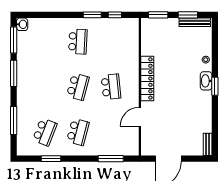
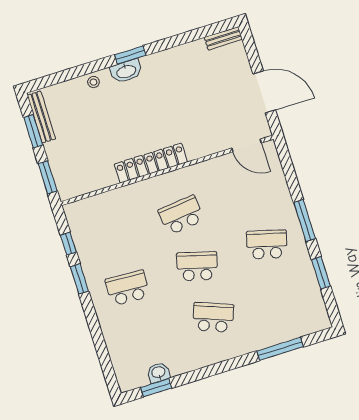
washbasin: (22, 24) -> (159, 373), moved
window: (14, 40) -> (156, 388), width x0.69
window: (14, 73) -> (208, 372), removed
door: (140, 117) -> (247, 145), moved
school desk: (45, 132) -> (213, 317), moved
window: (111, 159) -> (305, 220), moved

